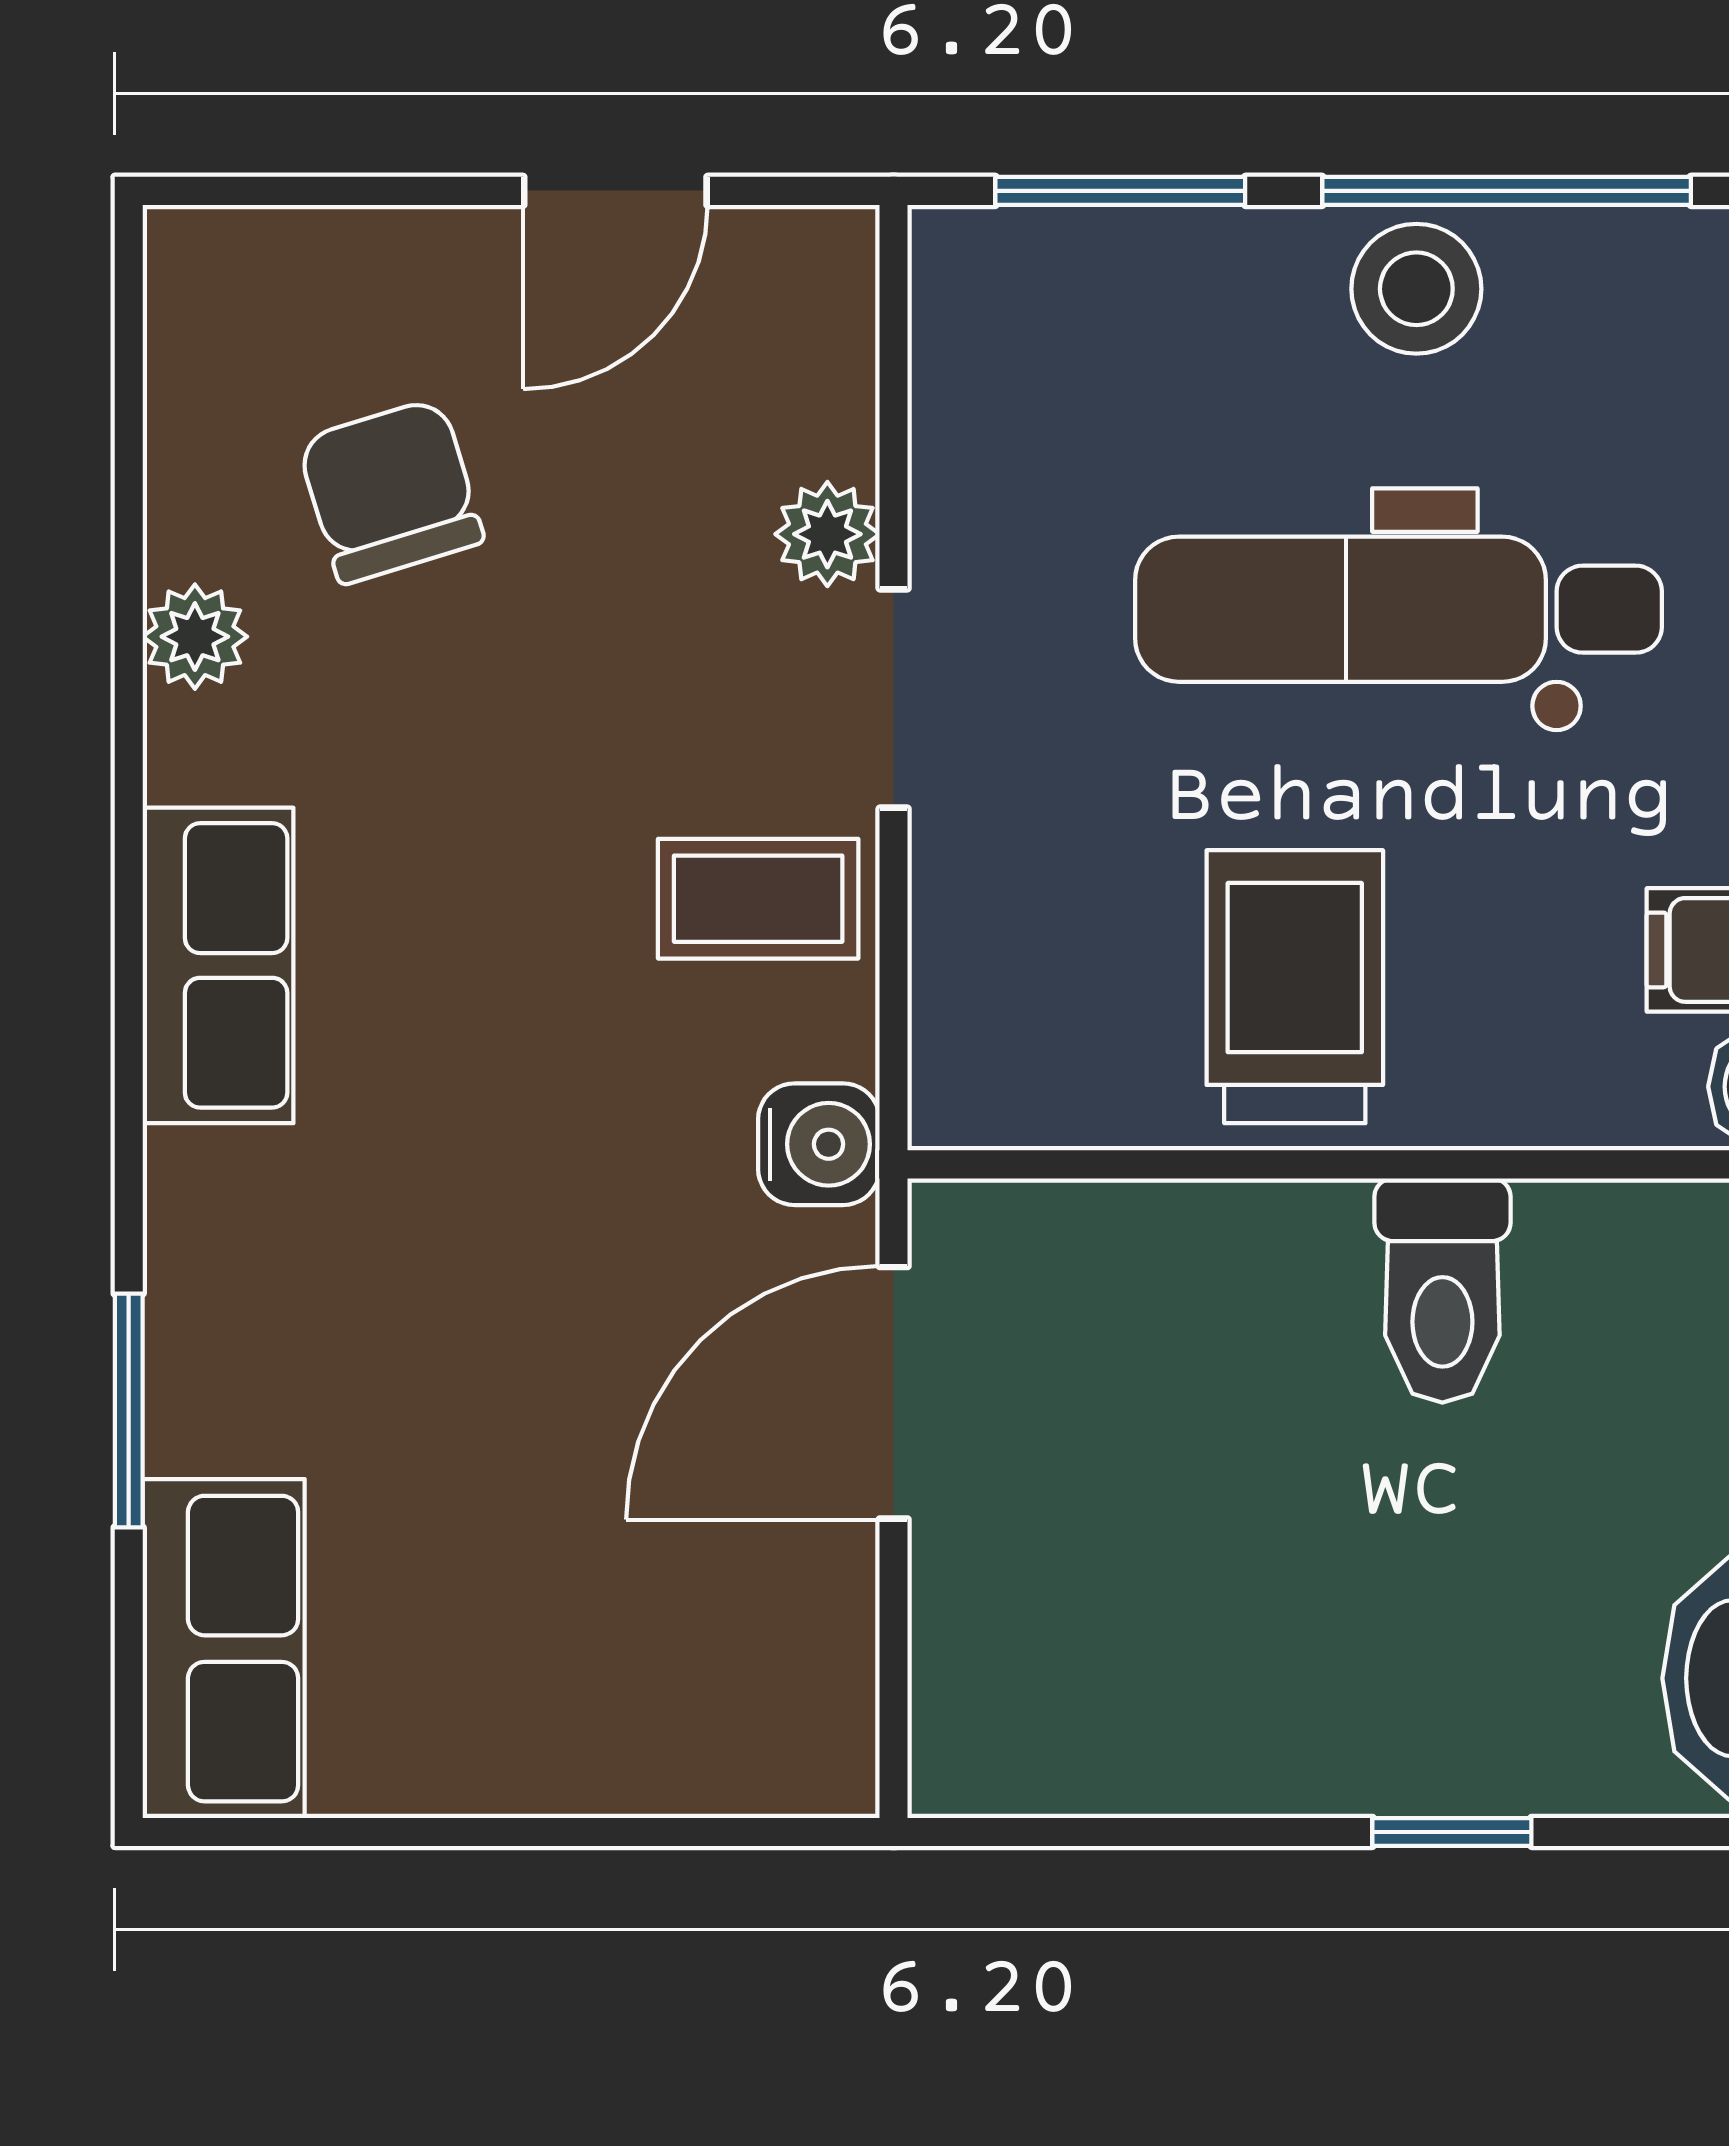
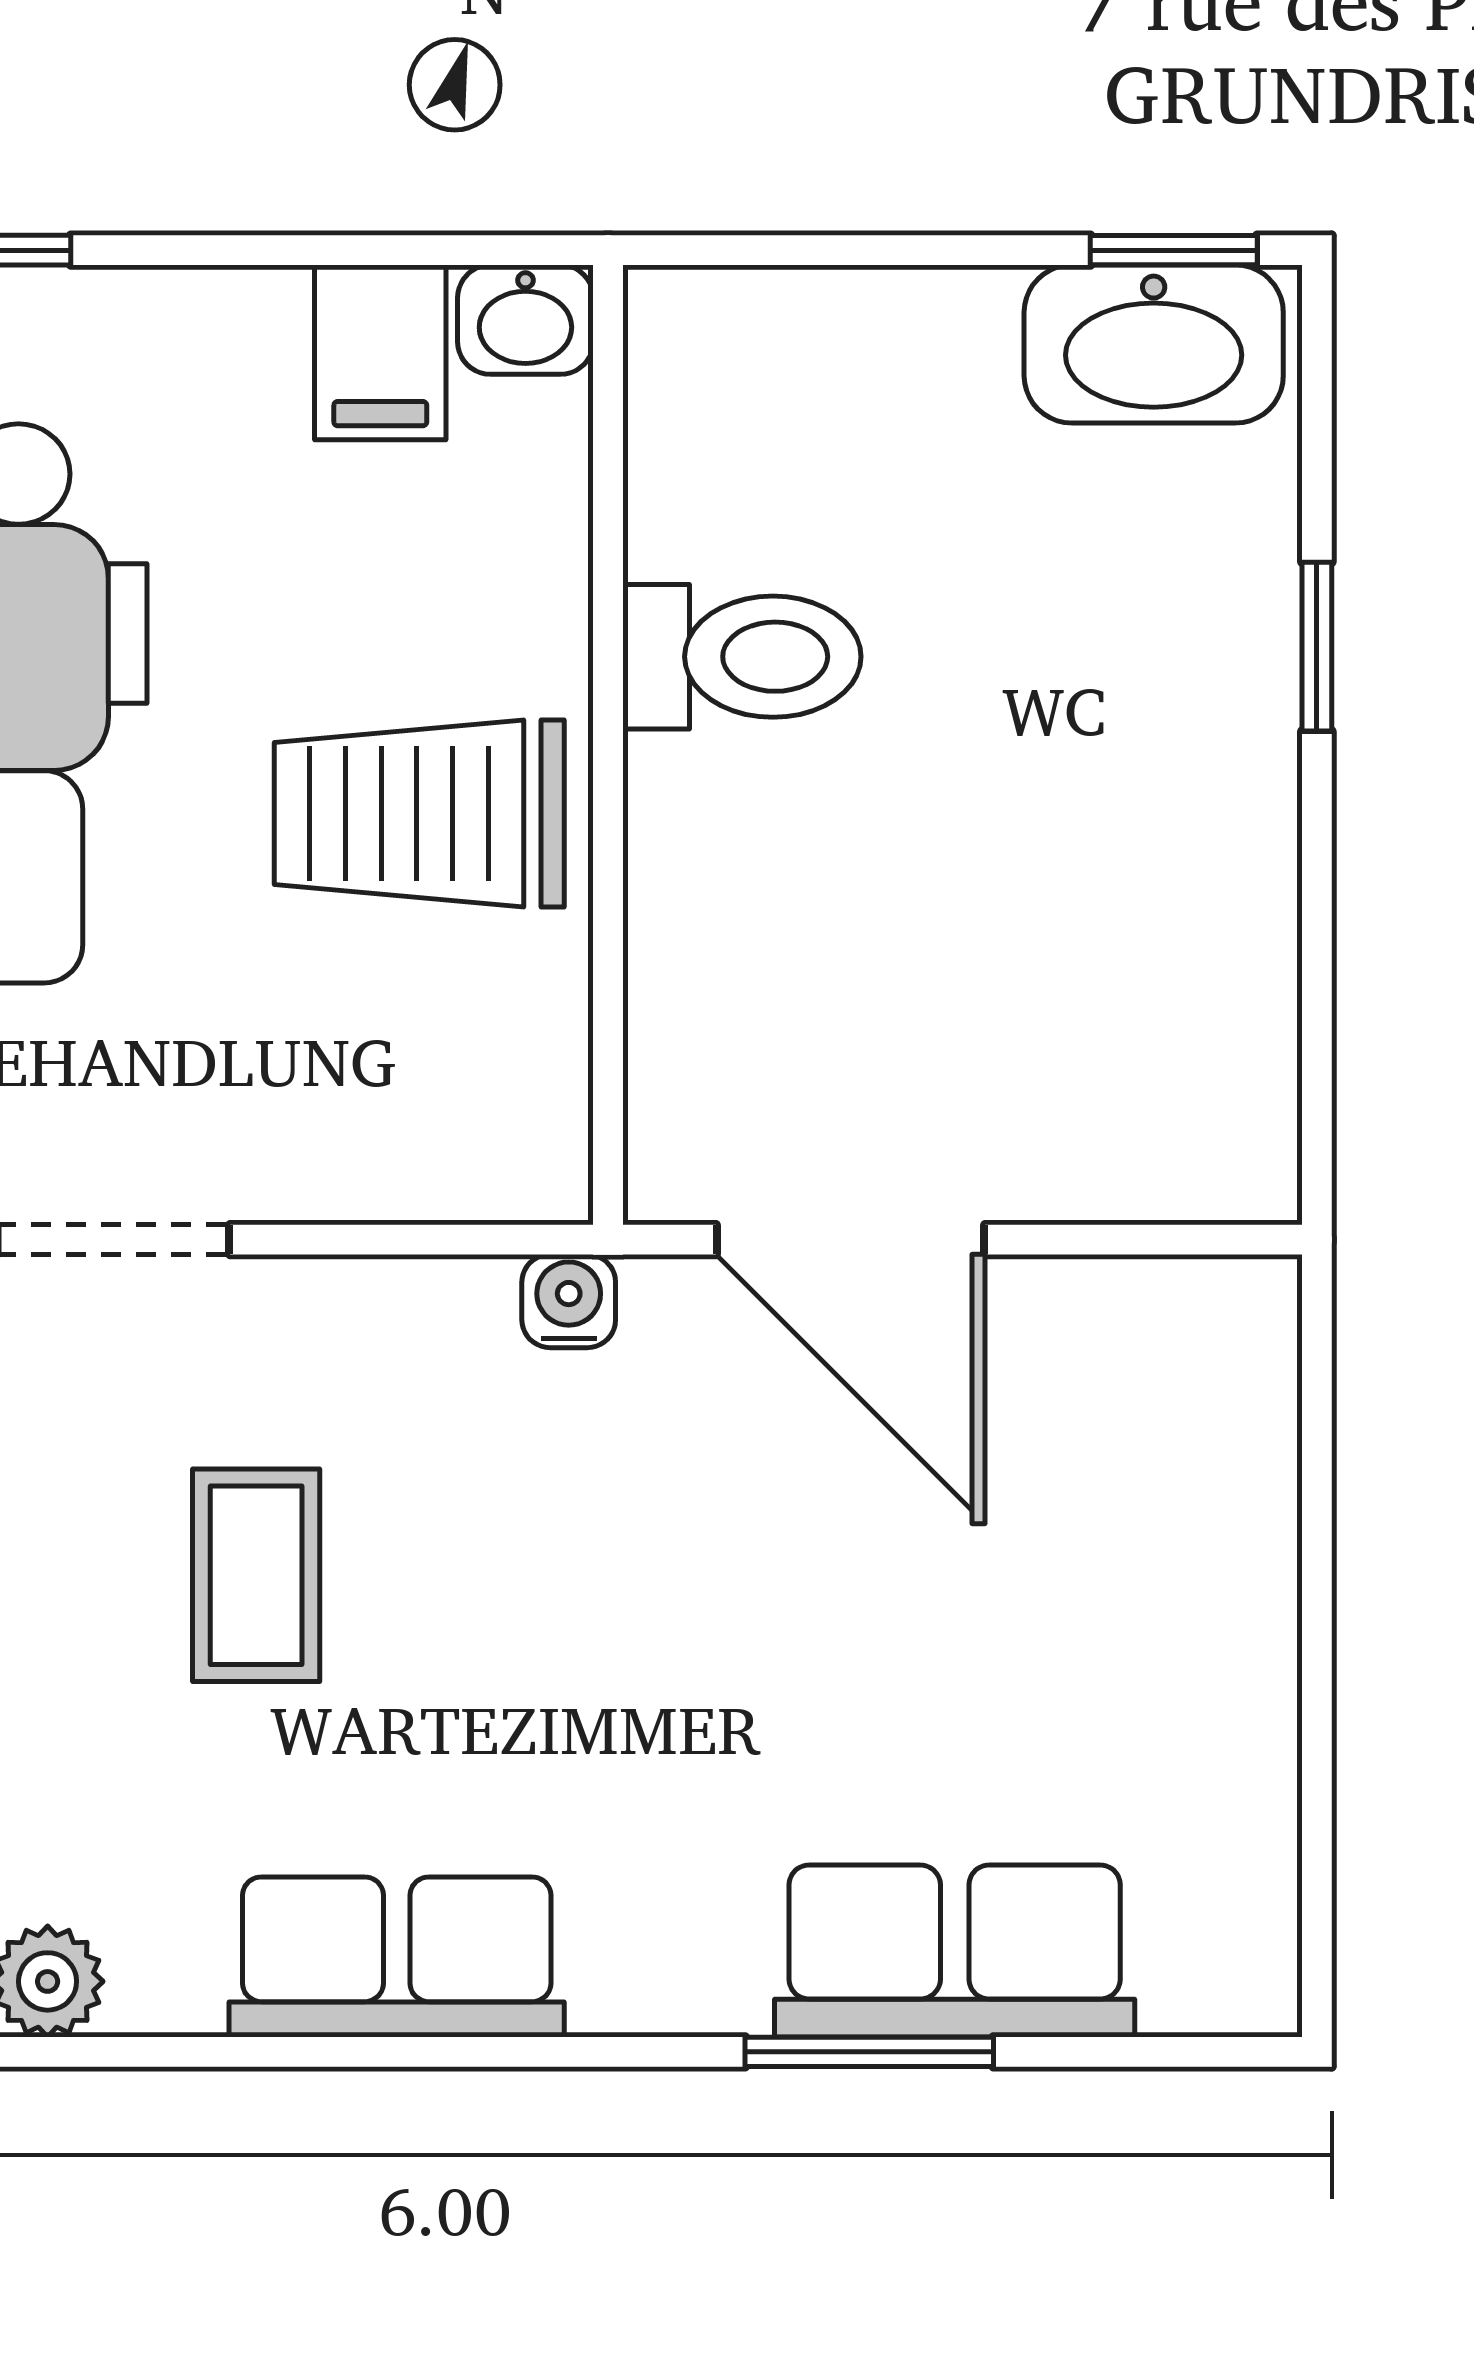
coffee table: (758, 899) -> (256, 1575), moved
water cooler: (819, 1144) -> (569, 1301), width x0.72, depth x0.72
row of seats: (224, 1649) -> (955, 1951), moved

